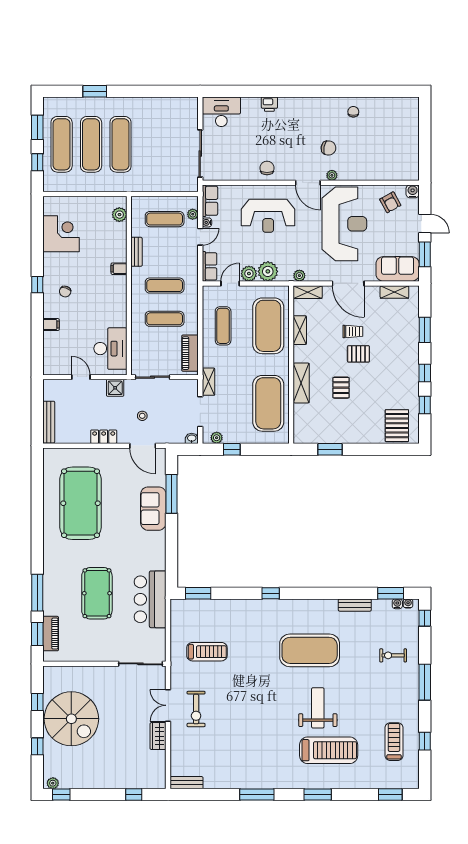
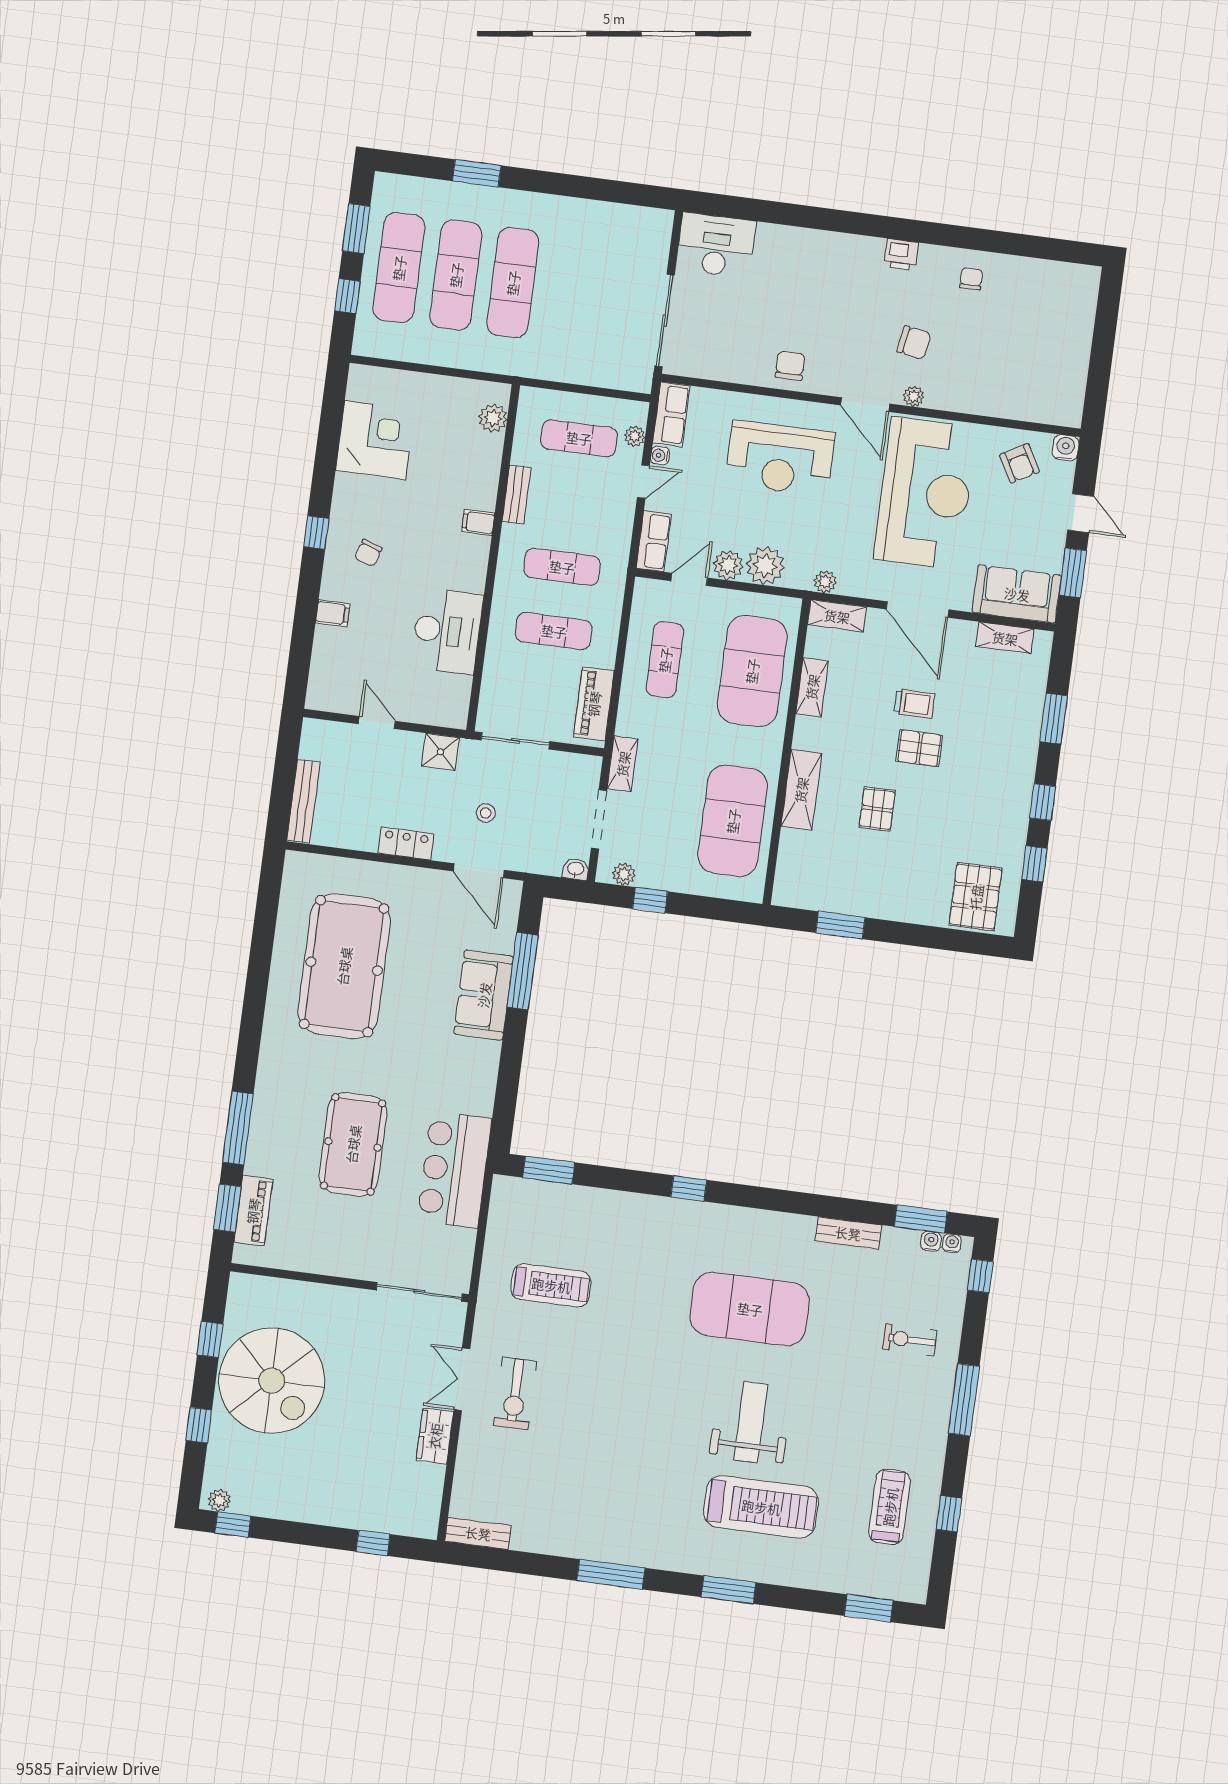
printer: (269, 104) -> (901, 255), moved
desk: (110, 349) -> (447, 631), moved

